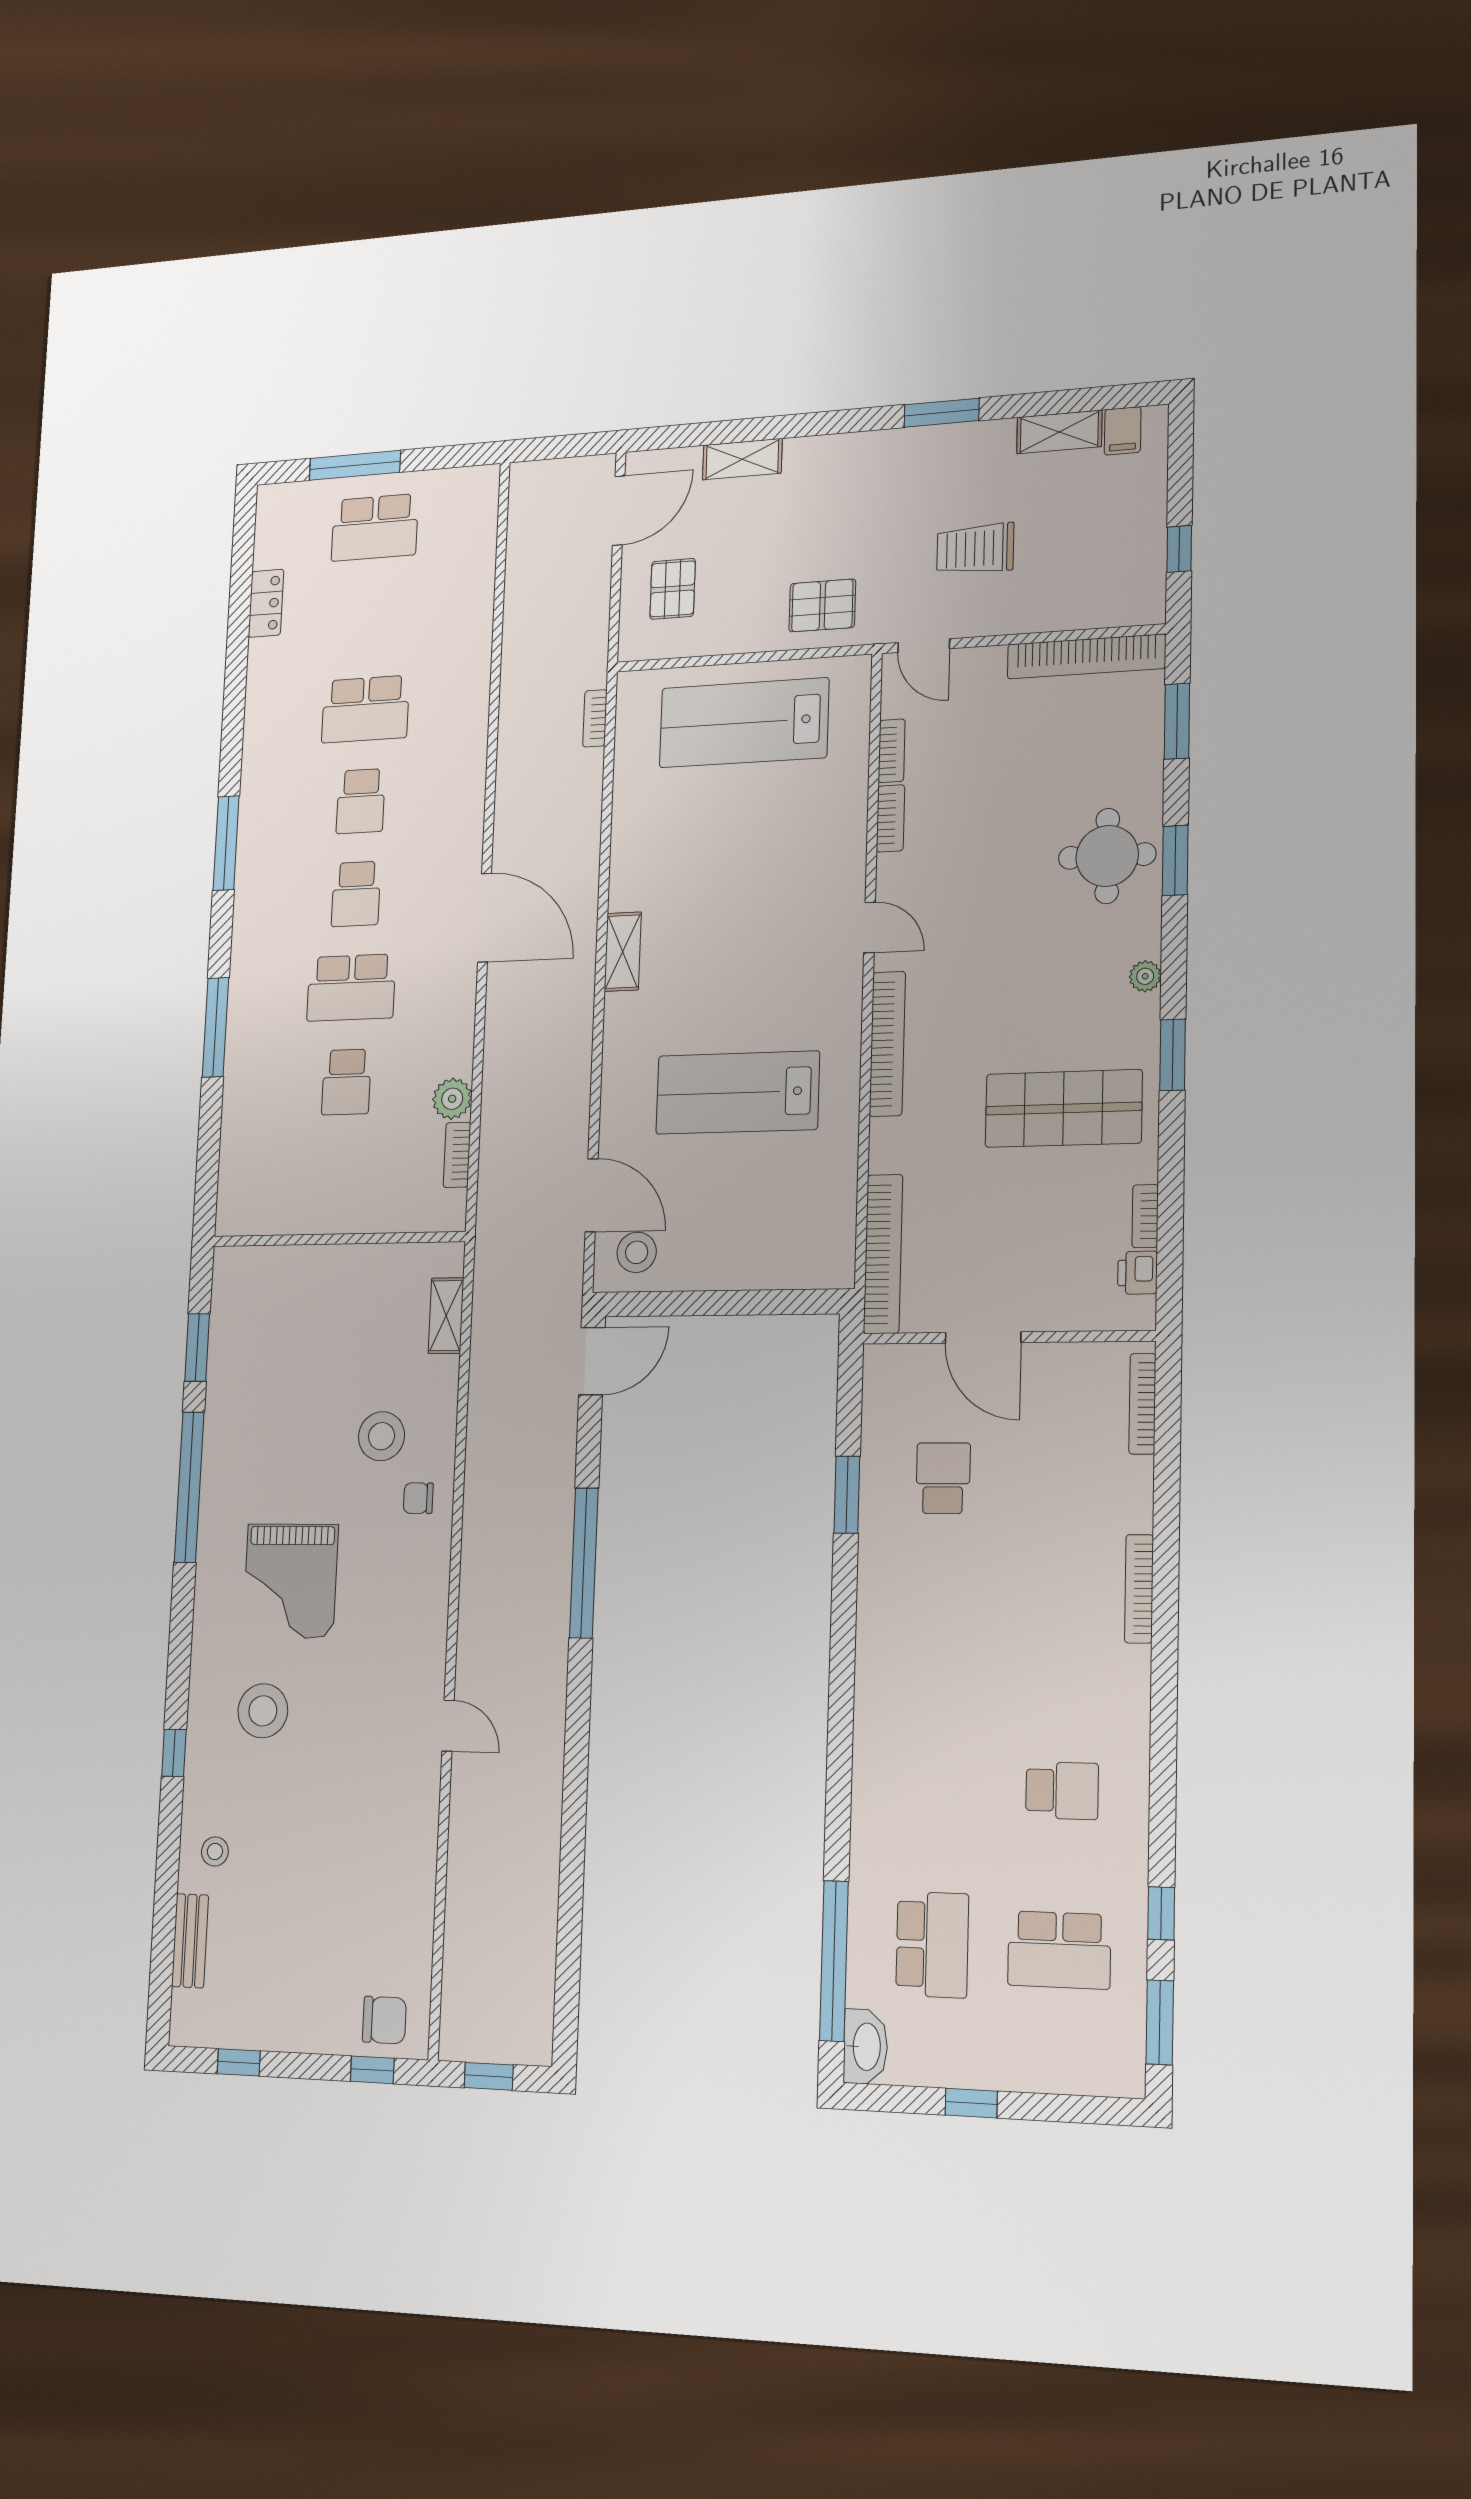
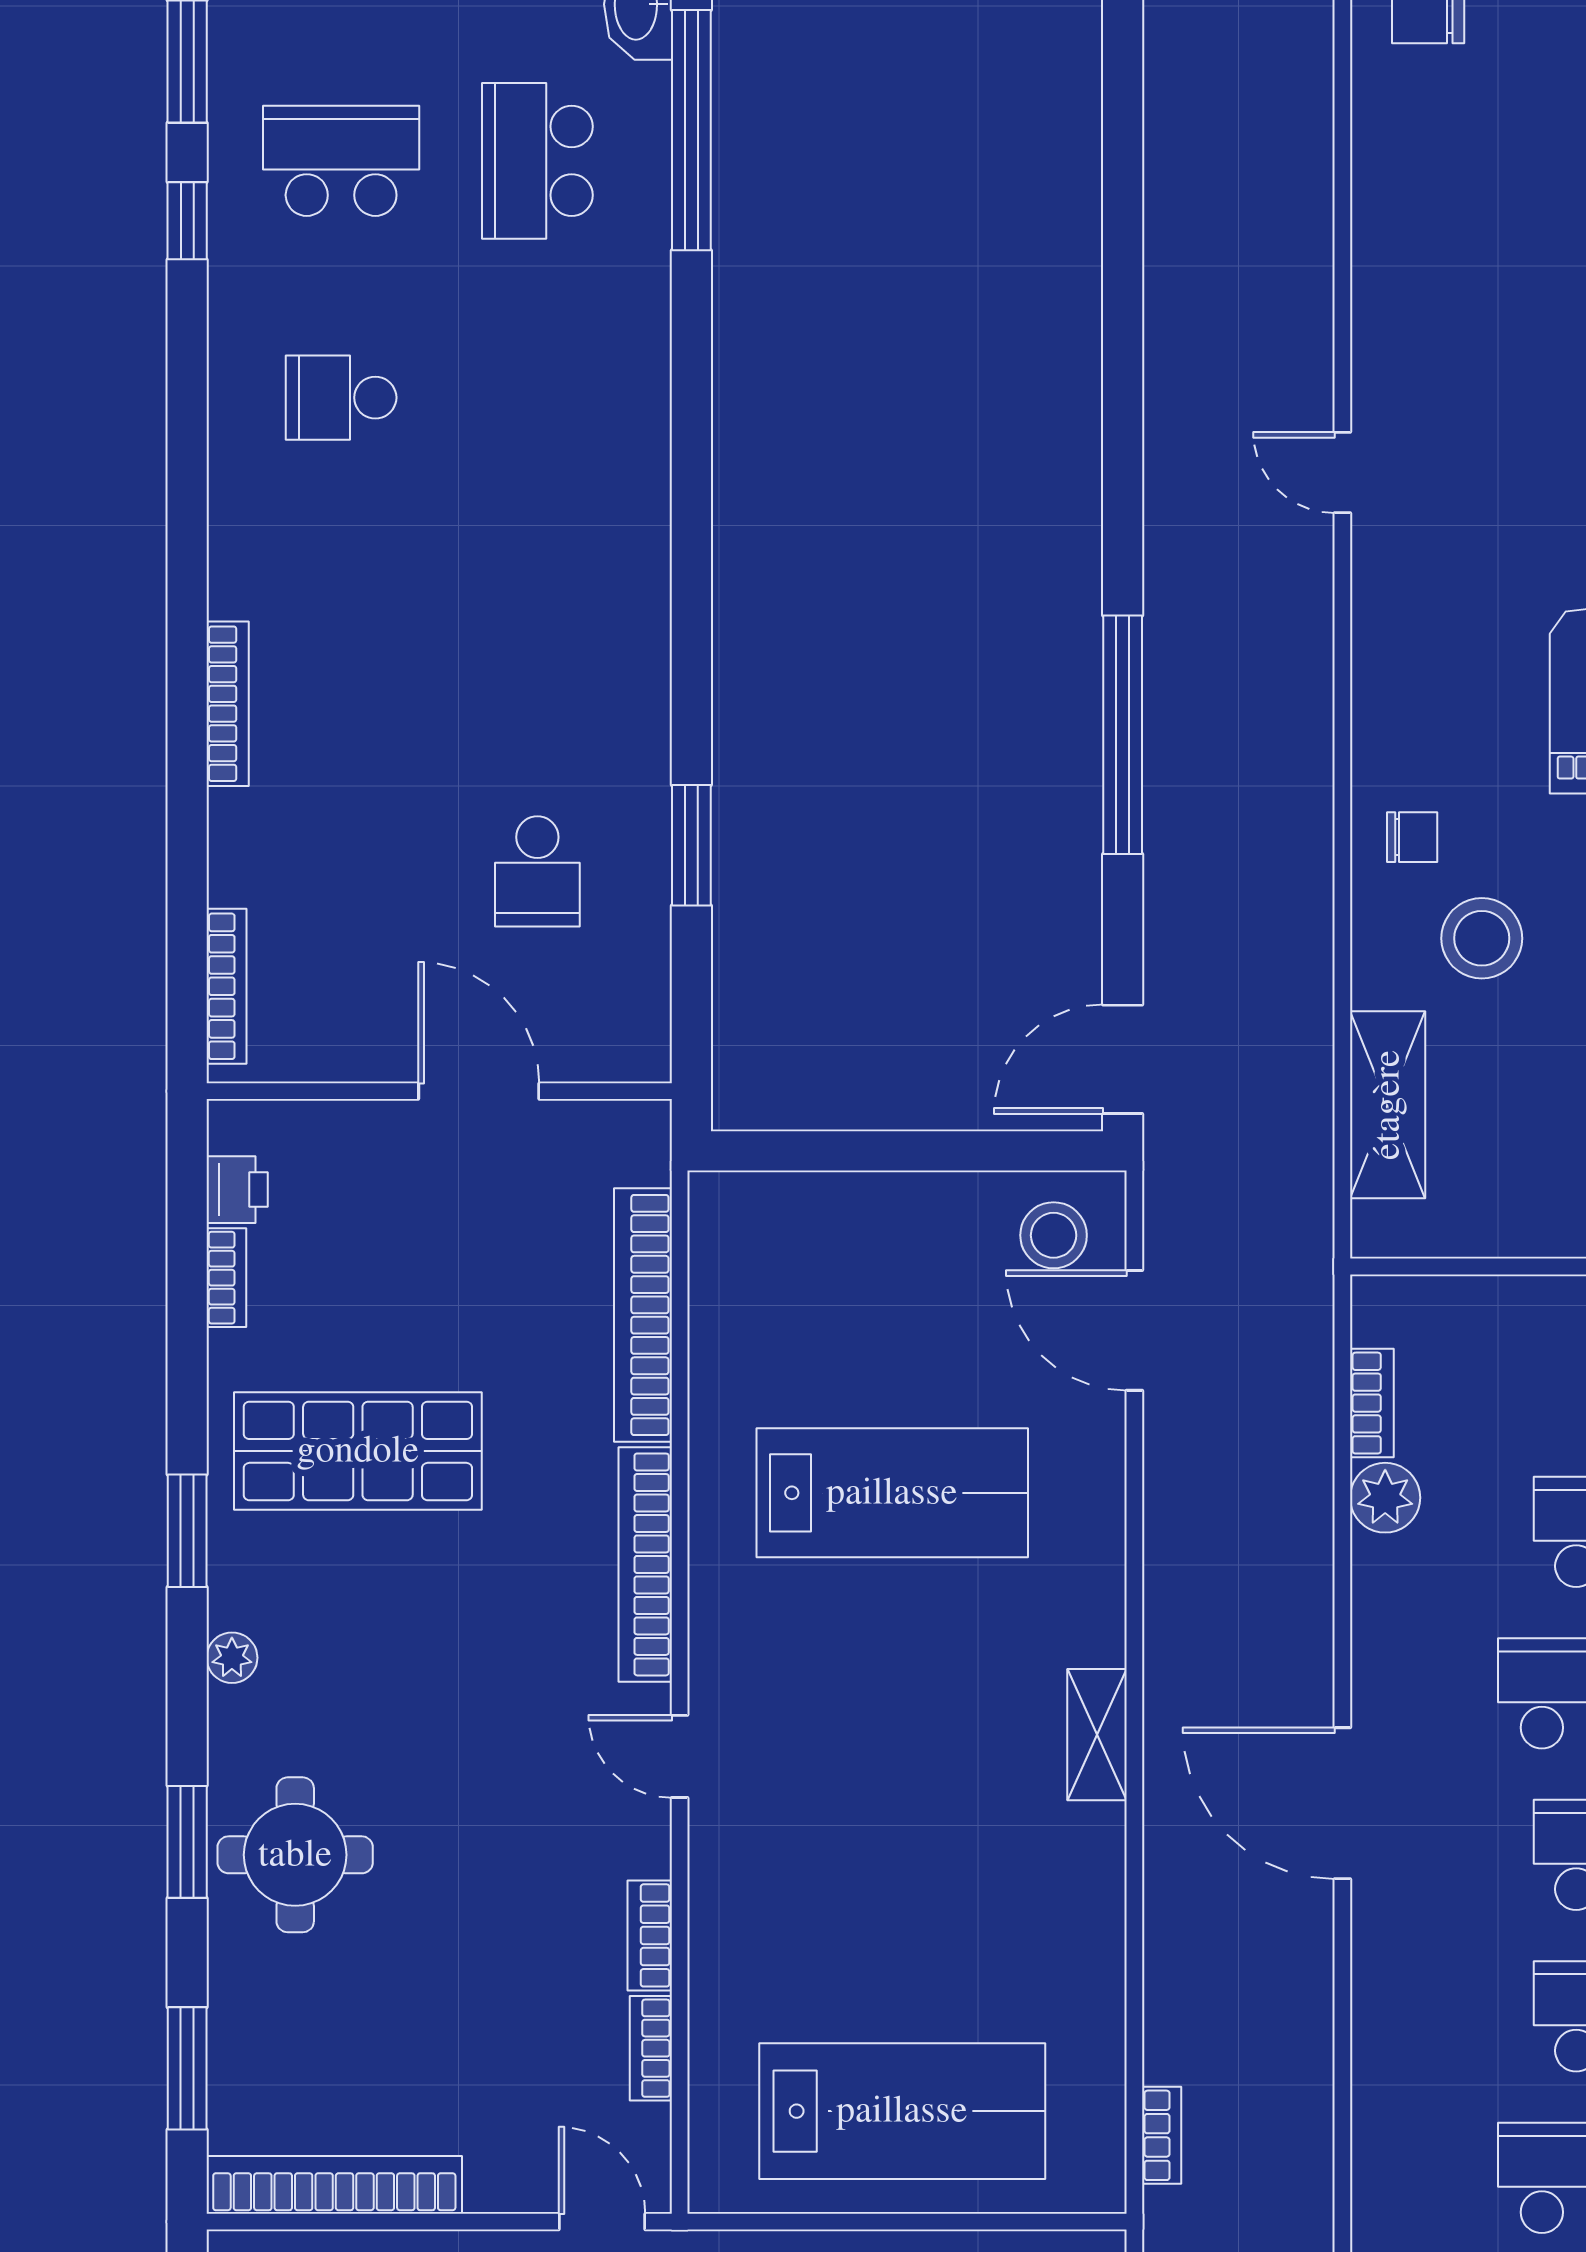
bookcase: (883, 1254) -> (643, 1315), moved
shelving: (446, 1316) -> (1388, 1105), width x1.50, depth x1.33

